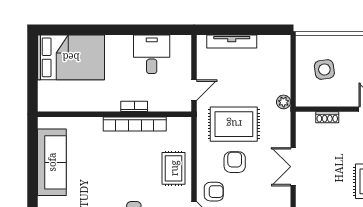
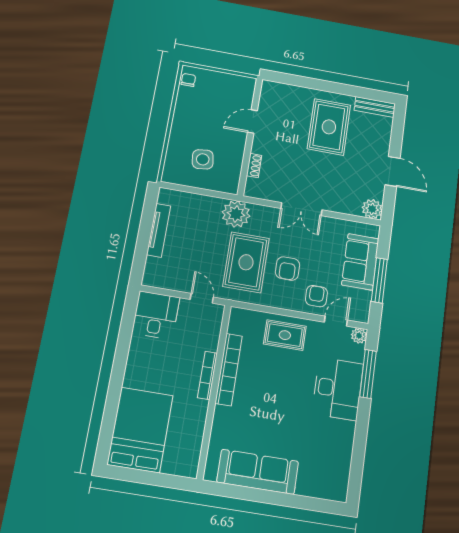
tv unit: (232, 42) -> (159, 230), moved
desk: (152, 54) -> (156, 315), moved, turned 90
plant: (284, 102) -> (236, 214), width x1.87, depth x1.87
bookcase: (134, 106) -> (207, 375), width x1.56
armchair: (235, 162) -> (288, 269), turned -90

